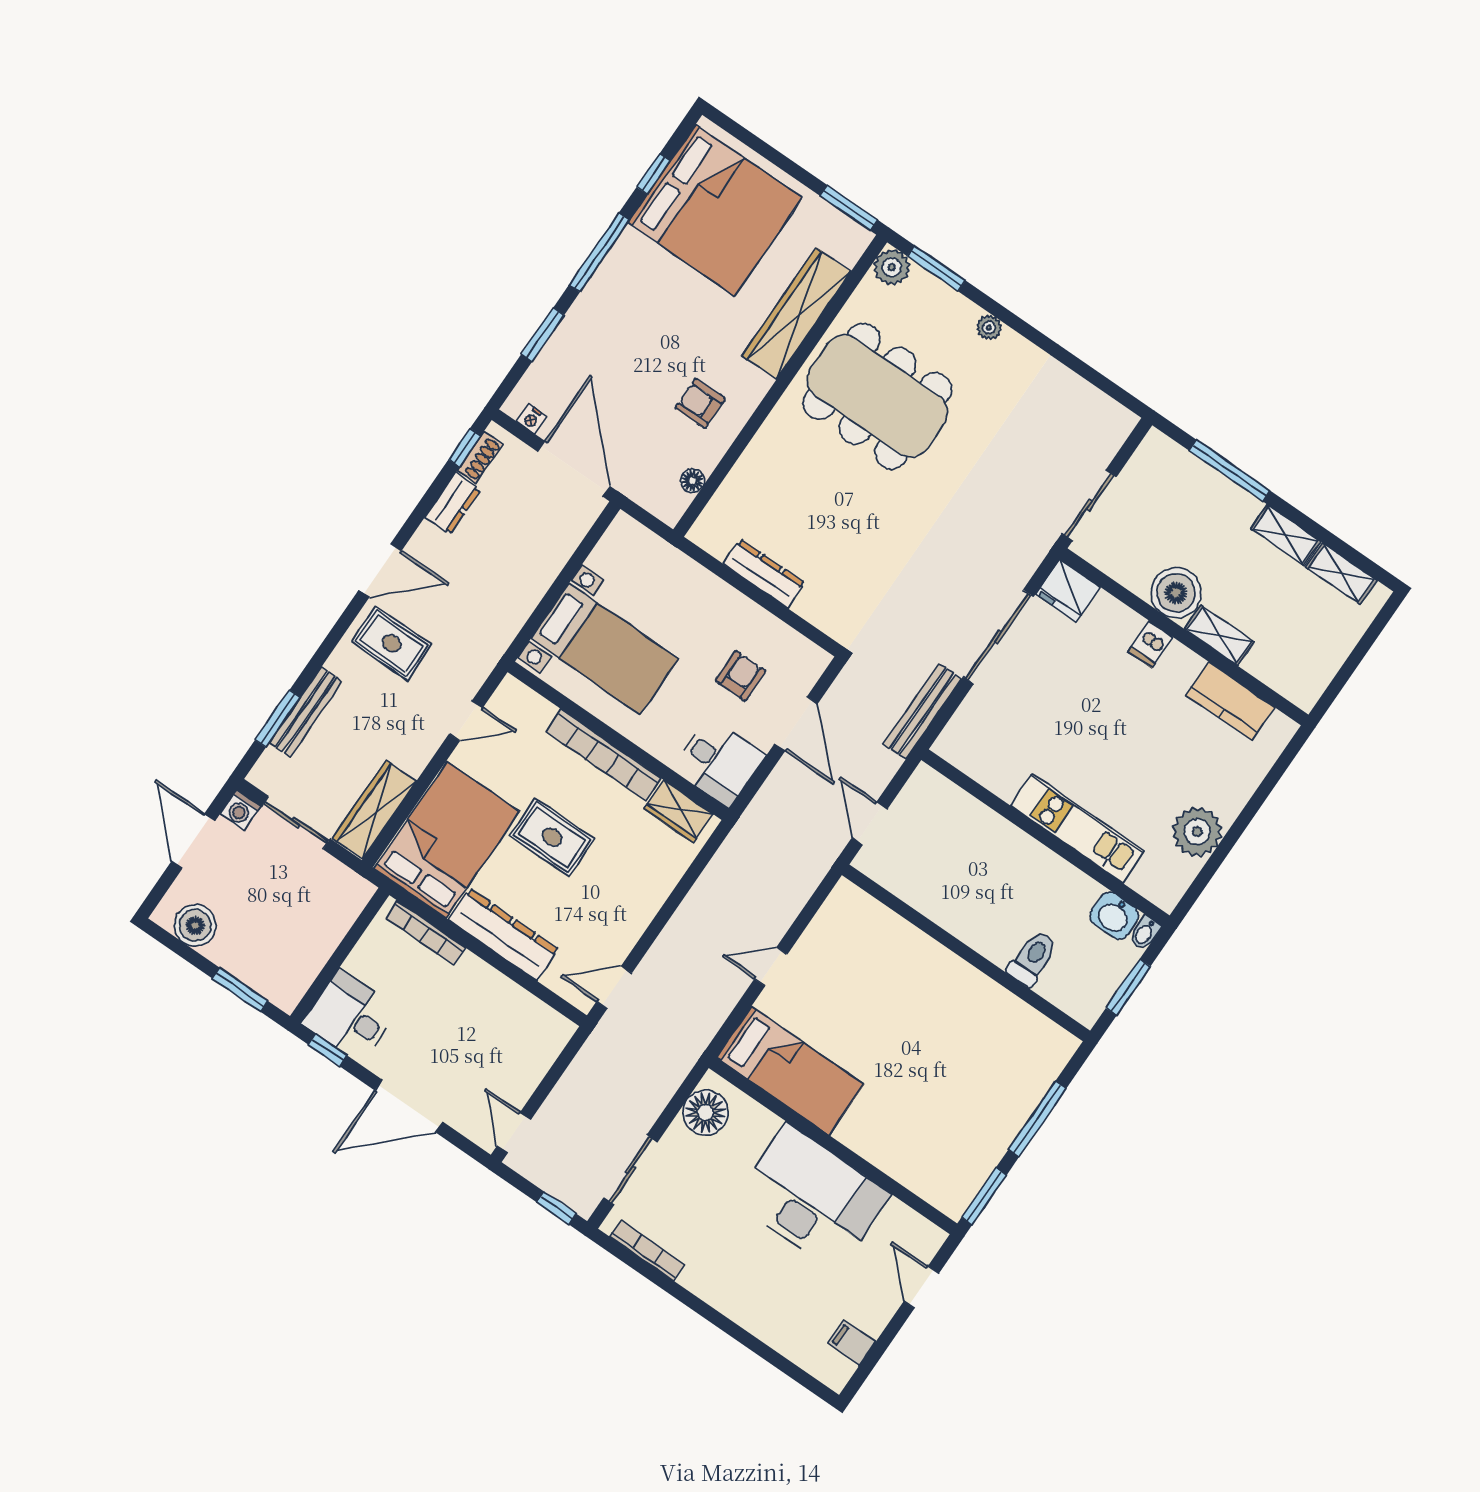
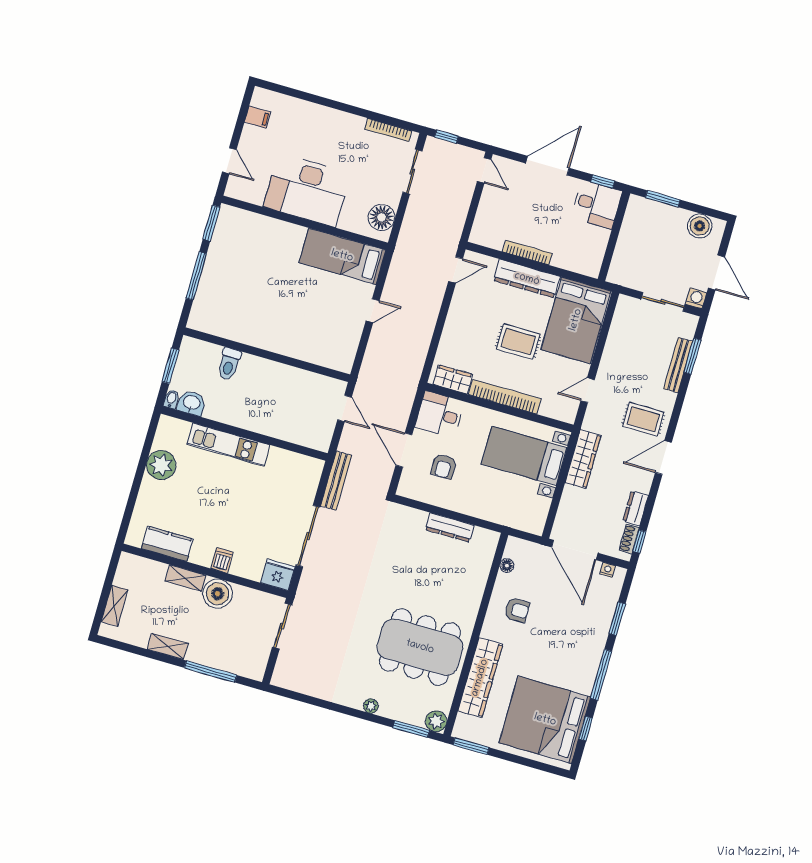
shelving: (1341, 573) -> (115, 606), moved, turned 90
wardrobe: (374, 810) -> (583, 459), moved
bookcase: (426, 933) -> (527, 253), moved

